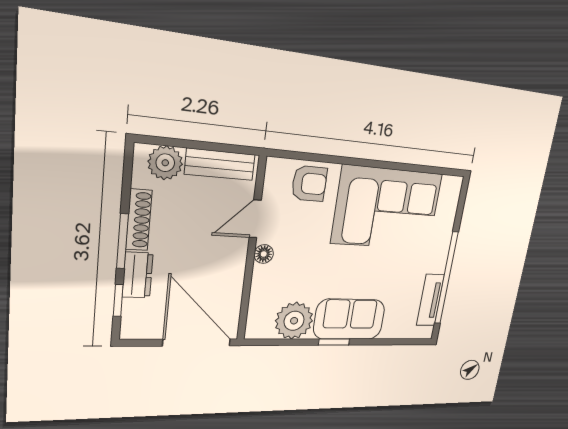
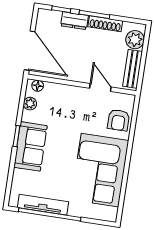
floor lamp: (264, 254) -> (38, 86), moved
tv unit: (430, 300) -> (43, 205), width x1.41
plant: (294, 321) -> (30, 104), width x0.53, depth x0.53
door: (197, 343) -> (30, 51), hinge flipped

